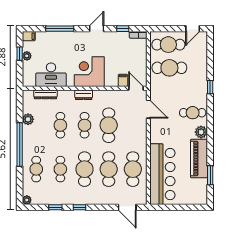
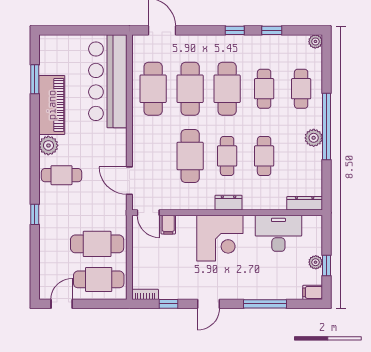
dresser: (45, 94) -> (305, 203), moved
plant: (28, 119) -> (314, 138), moved

